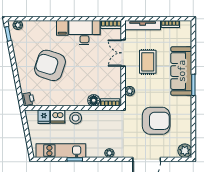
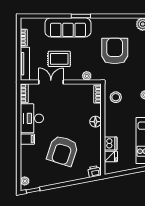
double door: (123, 53) -> (51, 82), swing flipped
floor lamp: (94, 100) -> (95, 122), moved
stool: (76, 118) -> (116, 97), moved

